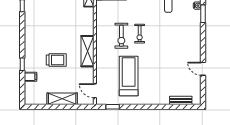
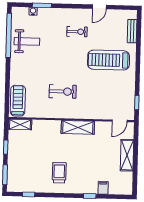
exercise bike: (140, 34) -> (77, 32), moved
trolley: (56, 60) -> (59, 173), moved
treadmill: (129, 76) -> (109, 60), moved

